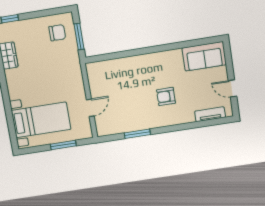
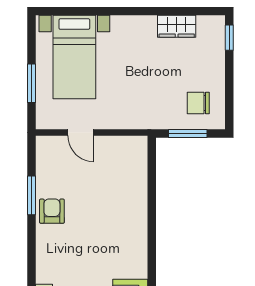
chair: (57, 33) -> (198, 103), turned 90
armchair: (166, 96) -> (52, 211), moved

